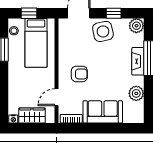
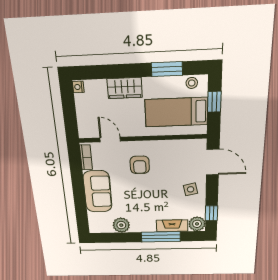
window: (114, 13) -> (211, 213), moved
side table: (103, 31) -> (191, 189), width x0.54, depth x0.54
fireplace: (138, 61) -> (172, 226), moved
wardrobe: (32, 115) -> (125, 88), moved, turned 90

